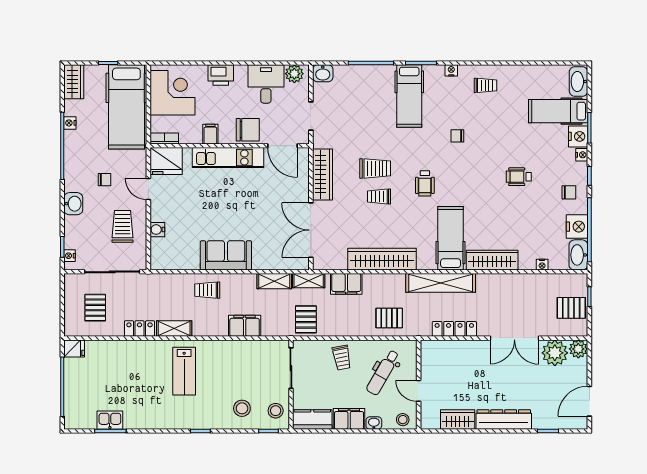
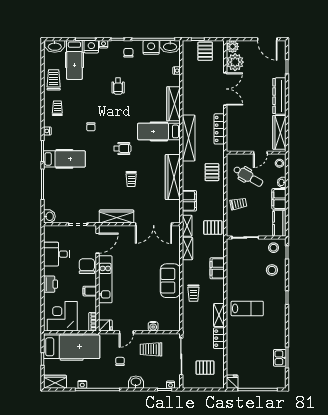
plant: (294, 74) -> (50, 235), removed
fridge: (166, 161) -> (105, 325), width x0.53, depth x0.75
trolley: (375, 168) -> (54, 80), moved
wardrobe: (458, 419) -> (279, 132), width x1.50

